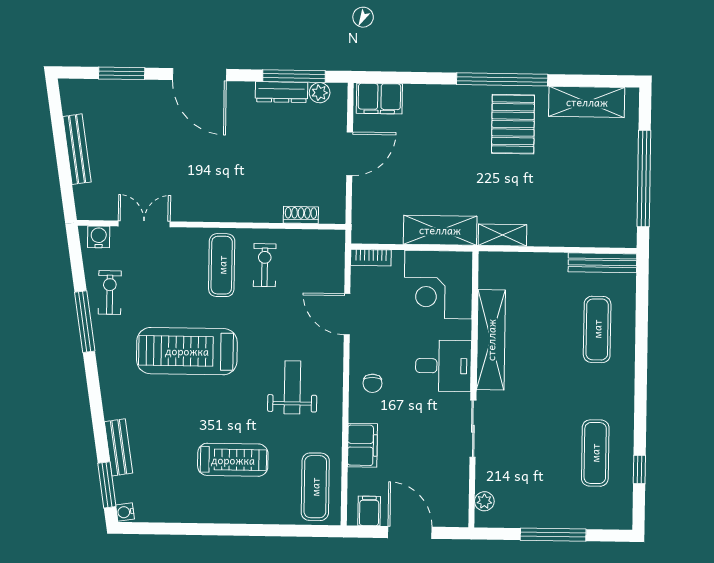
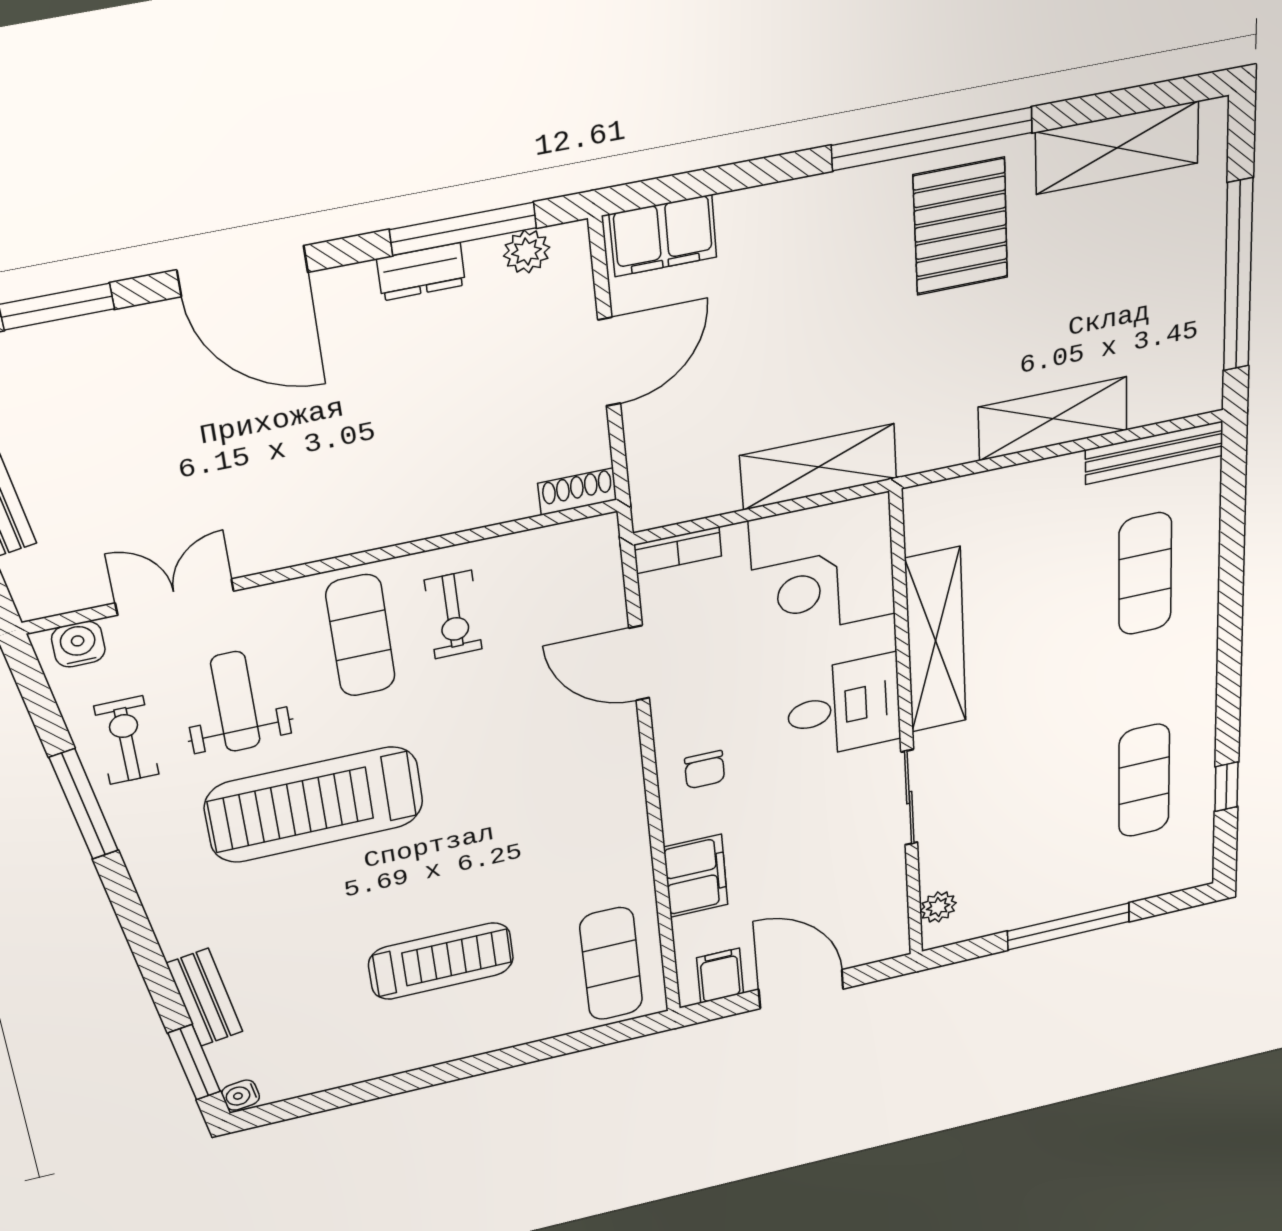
dresser: (282, 92) -> (421, 272), width x0.70
shoe rack: (301, 215) -> (577, 492), moved
shelving: (503, 235) -> (1053, 419), moved, width x1.50, depth x1.33
exercise bike: (265, 265) -> (453, 615), turned 180
weight bench: (292, 387) -> (235, 702), moved

